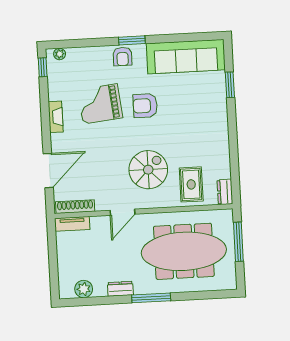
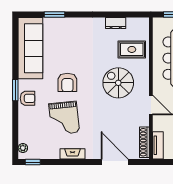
dresser: (225, 192) -> (116, 23), moved

